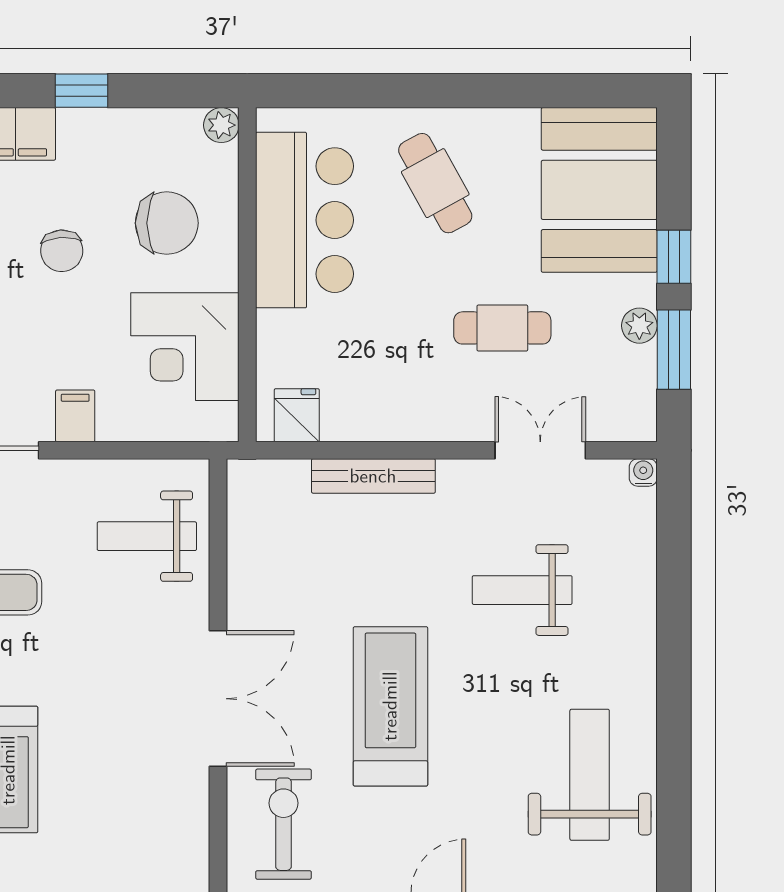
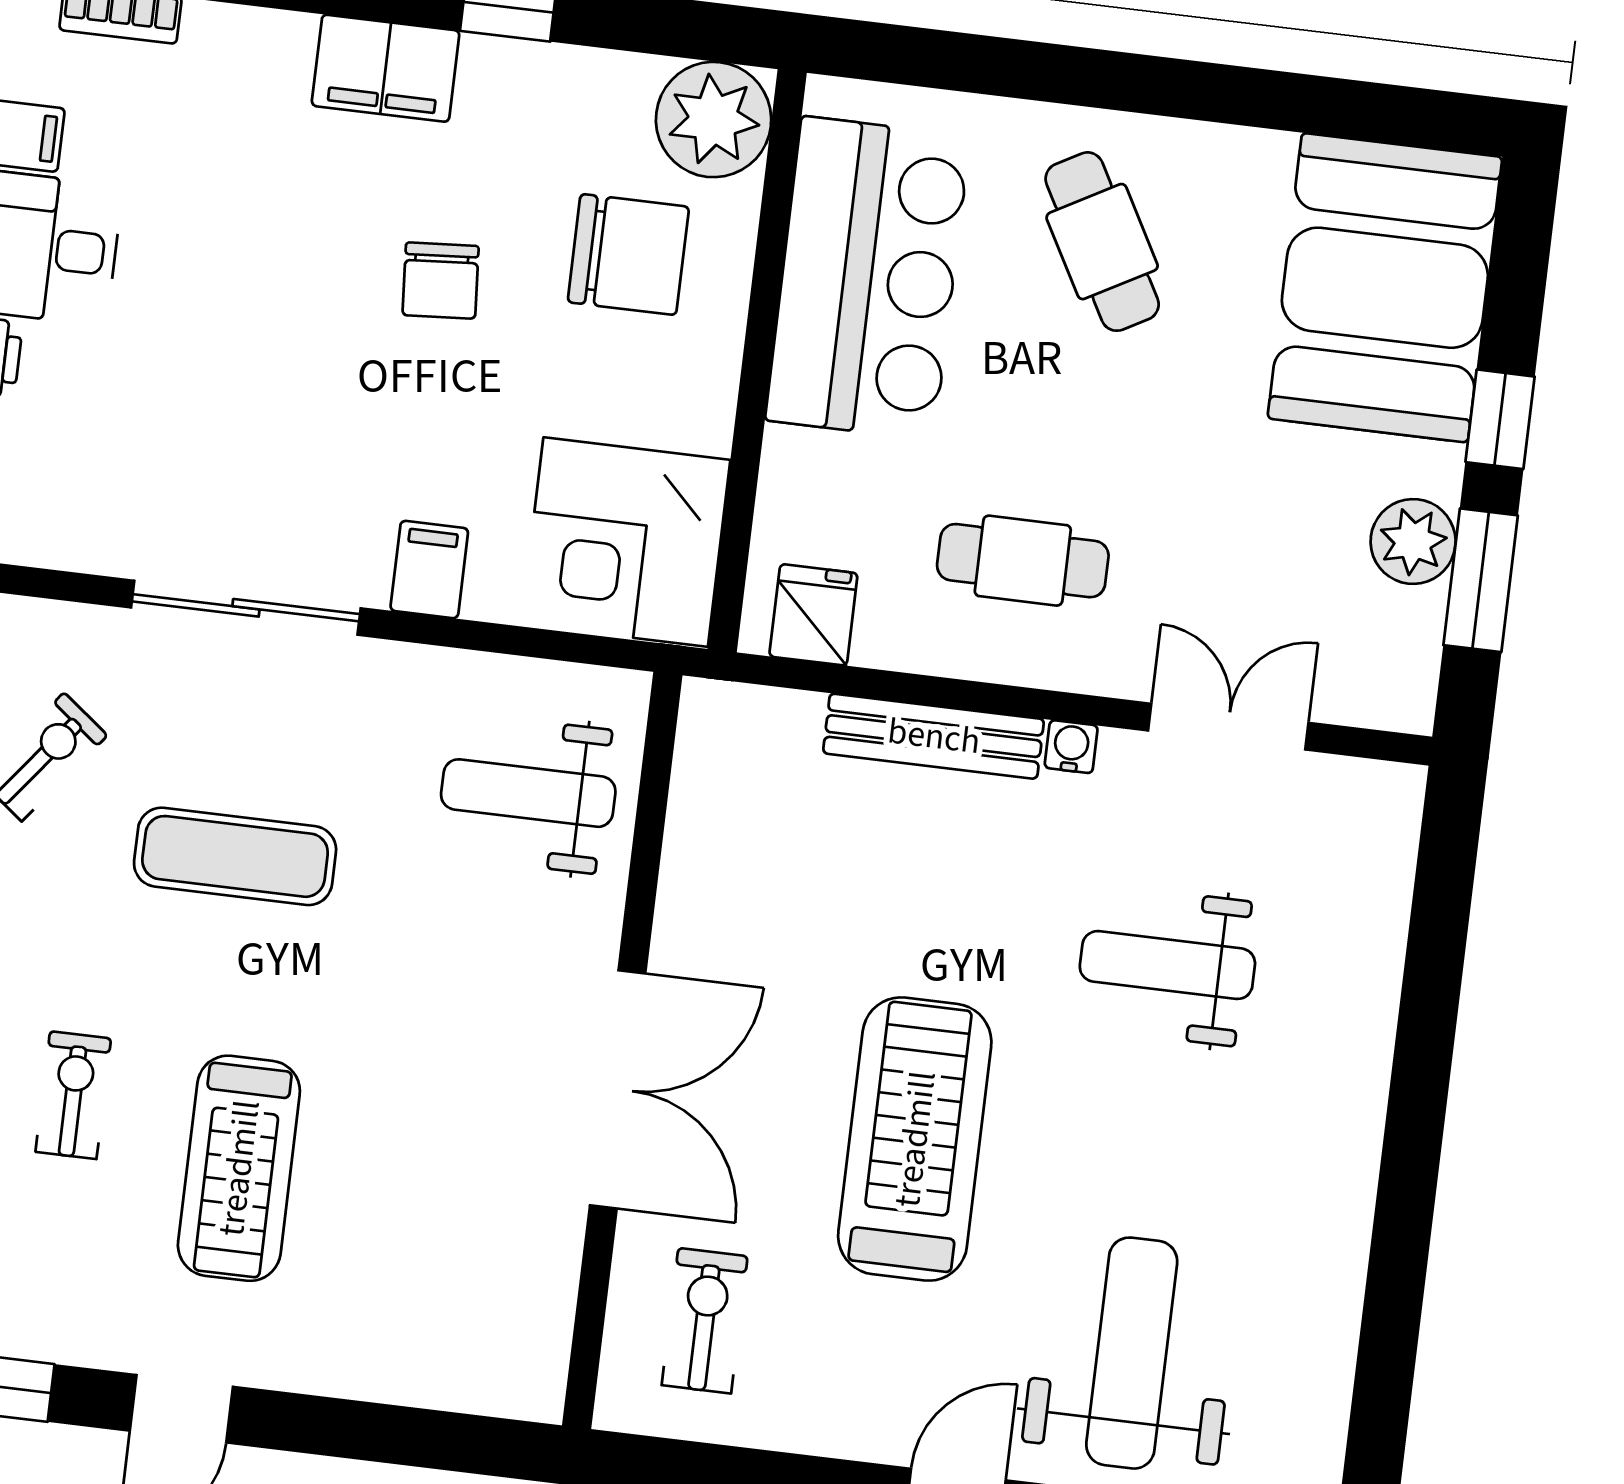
plant: (221, 125) -> (714, 120), width x1.87, depth x1.87
plant: (639, 326) -> (1413, 541), width x1.38, depth x1.38
cafe table: (502, 328) -> (1023, 561), moved
corner desk: (185, 347) -> (626, 542), moved
water cooler: (643, 472) -> (1071, 747), moved
weight bench: (590, 775) -> (1132, 1353), moved
exercise bike: (283, 824) -> (705, 1321), width x0.73, depth x0.72

